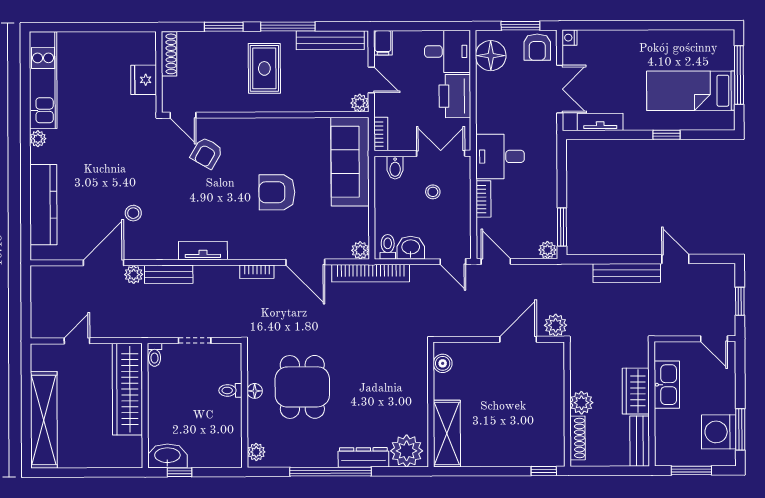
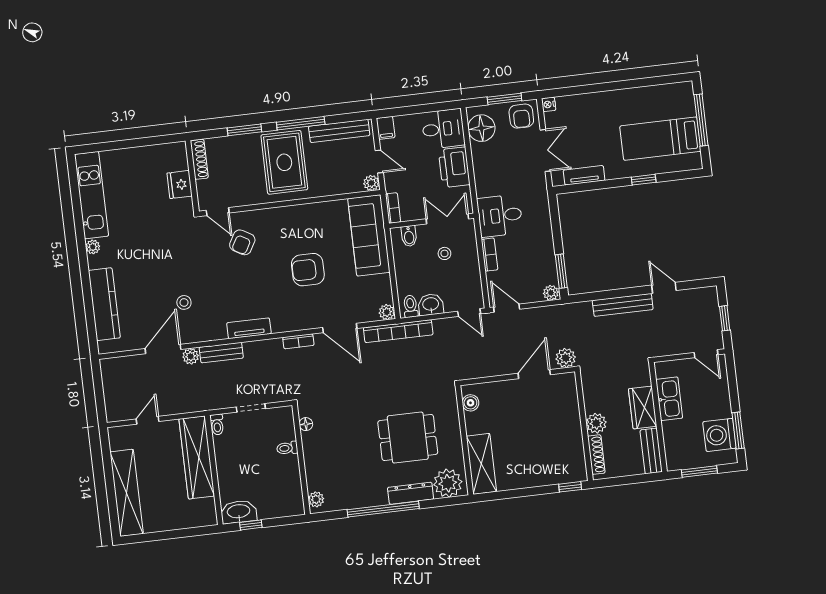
rug: (264, 68) -> (284, 162), width x1.36, depth x1.43
dining table: (302, 387) -> (408, 438), moved, turned 90
floor lamp: (255, 391) -> (306, 424), moved

